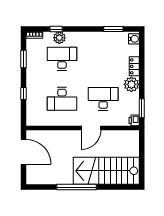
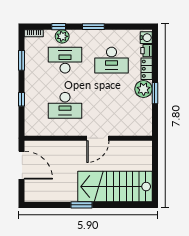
window: (113, 29) -> (93, 27), moved
desk: (103, 99) -> (112, 60), moved, turned 180
window: (142, 108) -> (155, 93), moved
printer: (134, 120) -> (146, 51), moved
window: (76, 187) -> (81, 205), width x0.47

